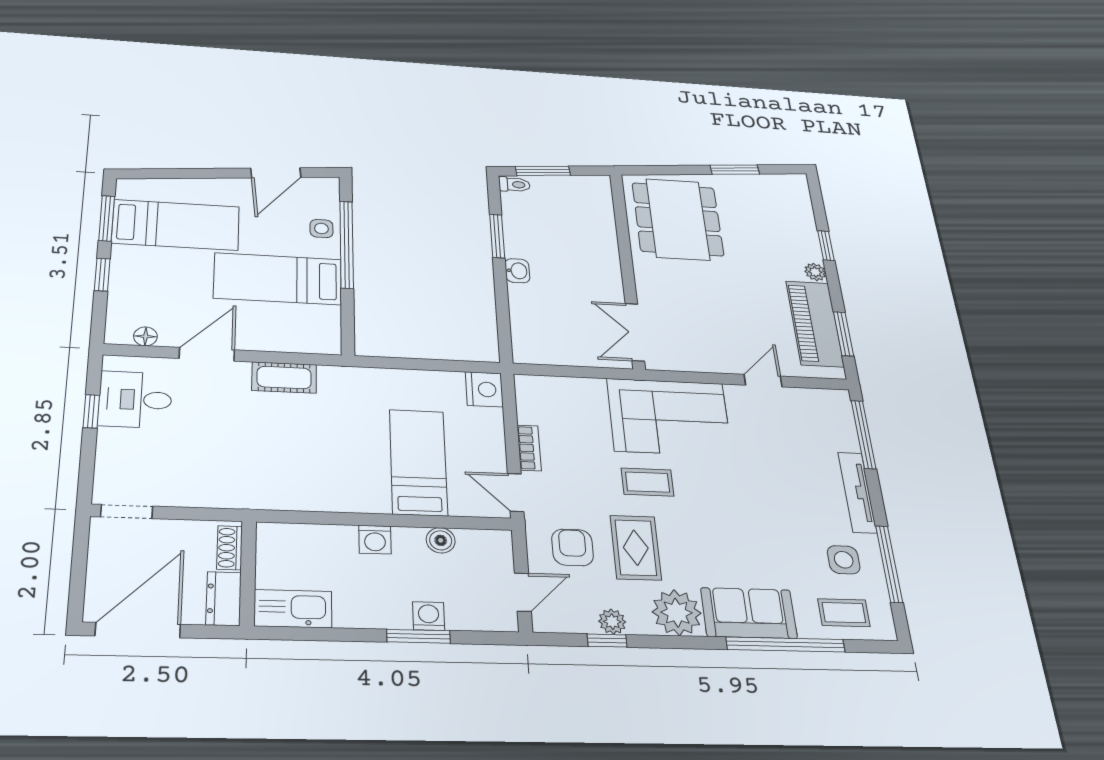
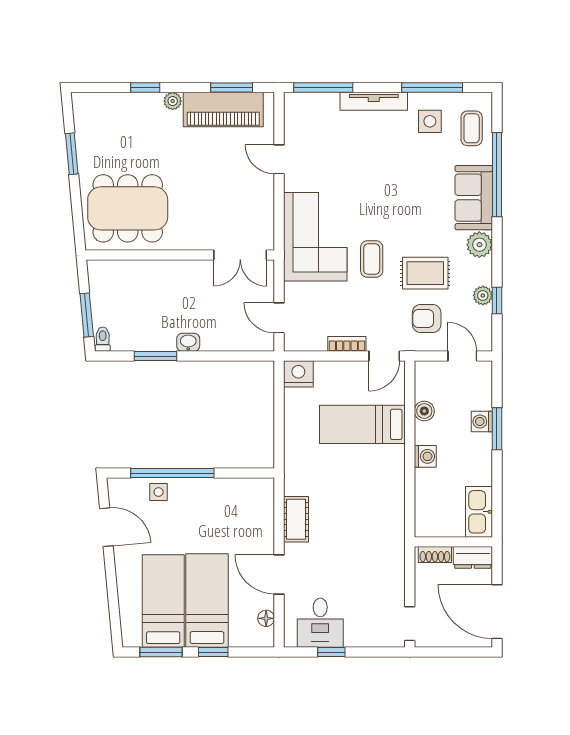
bed: (278, 279) -> (207, 601), moved, turned 180
door: (557, 371) -> (279, 318), added
plant: (677, 613) -> (479, 245), width x0.73, depth x0.73

